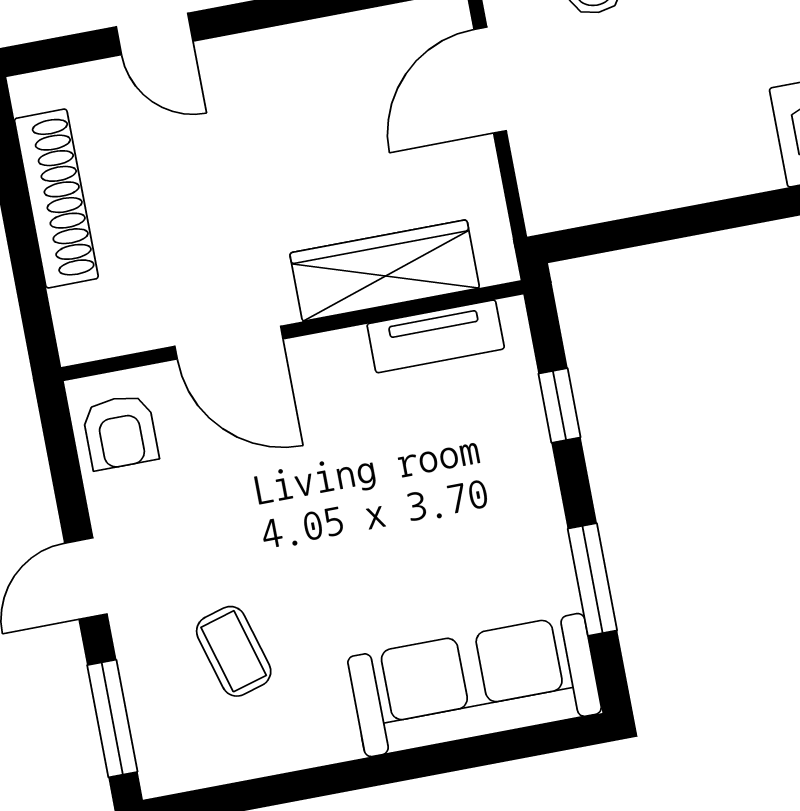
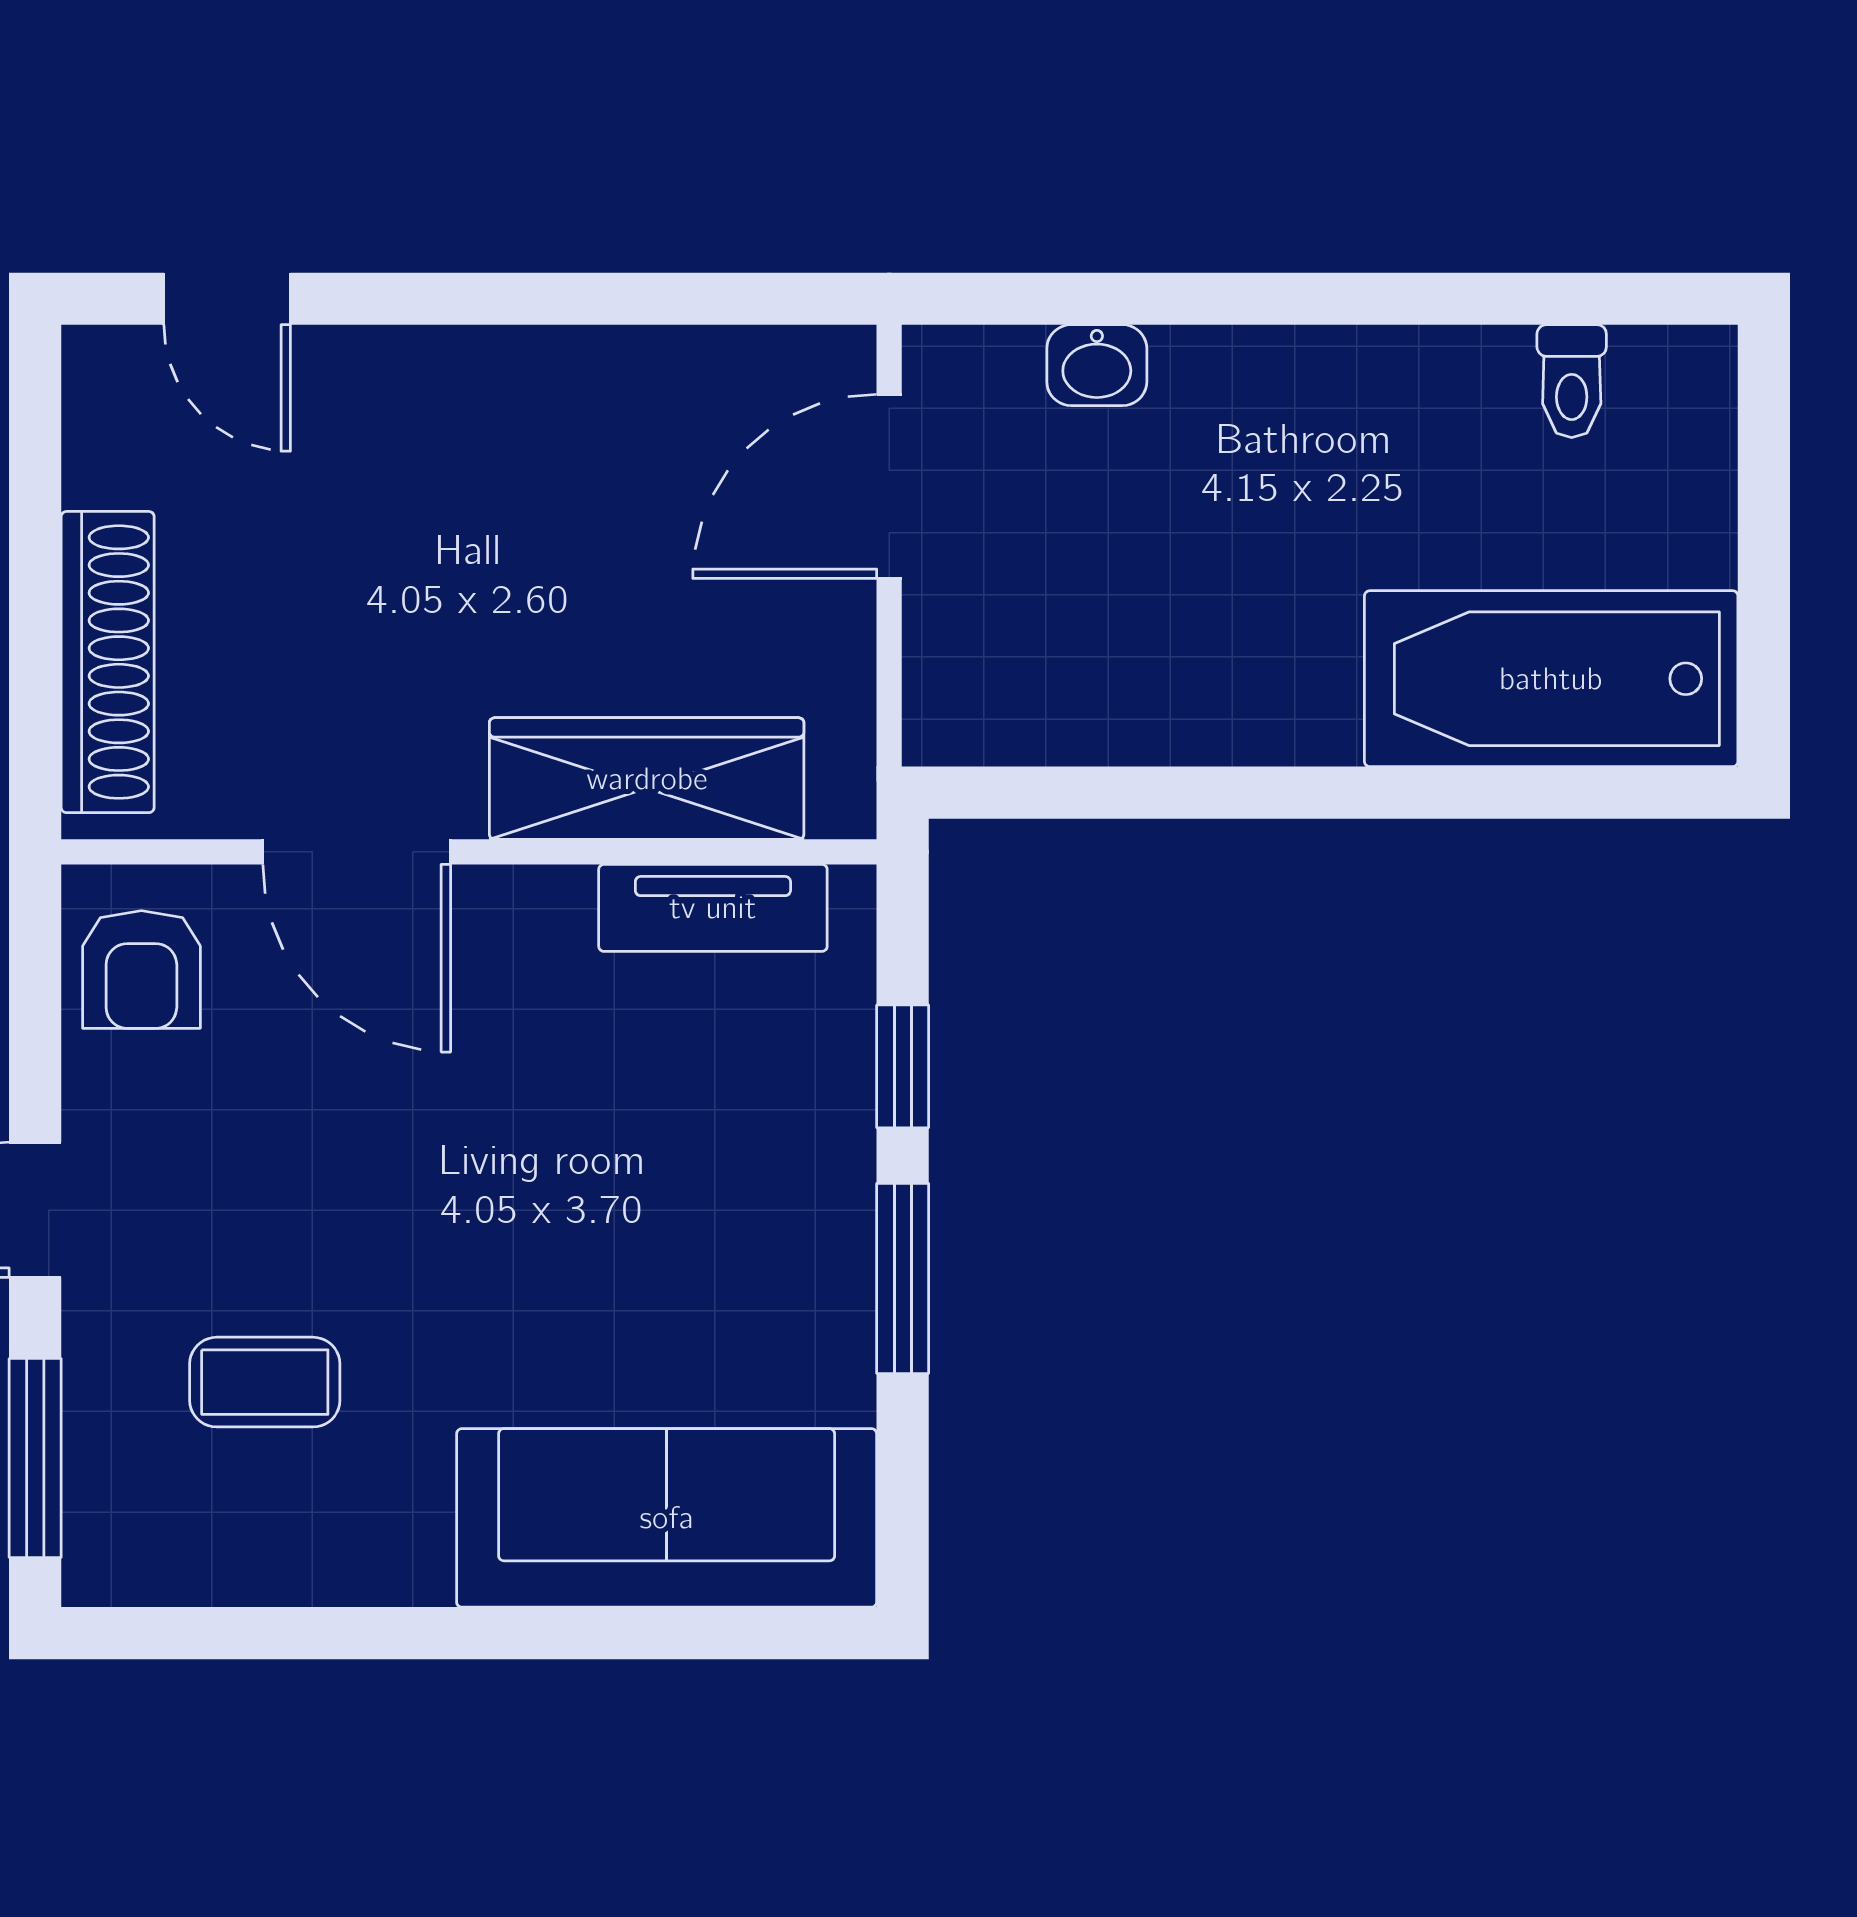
door: (155, 34) -> (227, 299), moved
shoe rack: (56, 198) -> (108, 662), moved
window: (592, 579) -> (903, 1278), moved
coffee table: (234, 651) -> (265, 1382), turned -74

